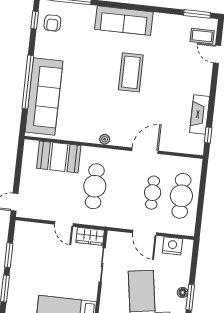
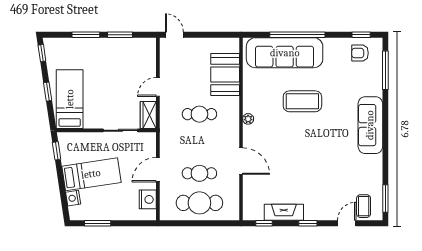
coffee table: (131, 72) -> (302, 101), moved
window: (213, 92) -> (308, 223), added
cafe table: (95, 186) -> (199, 114), width x0.73, depth x0.74
floor lamp: (183, 293) -> (102, 215), removed

